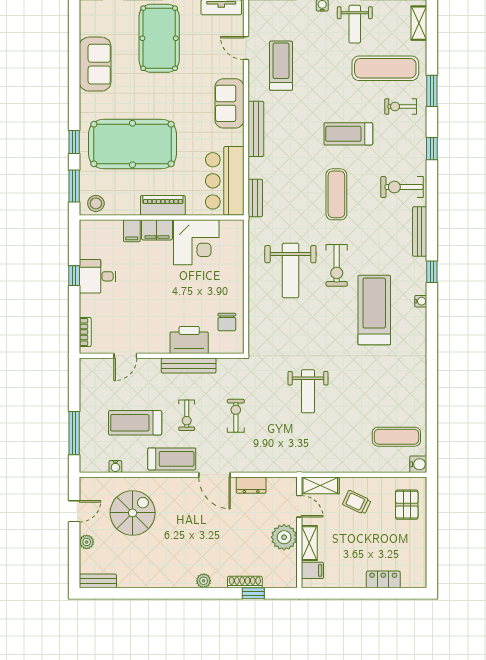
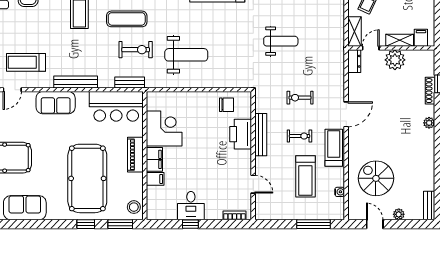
exercise bike: (337, 265) -> (136, 50), moved
dresser: (251, 485) -> (354, 61), moved

